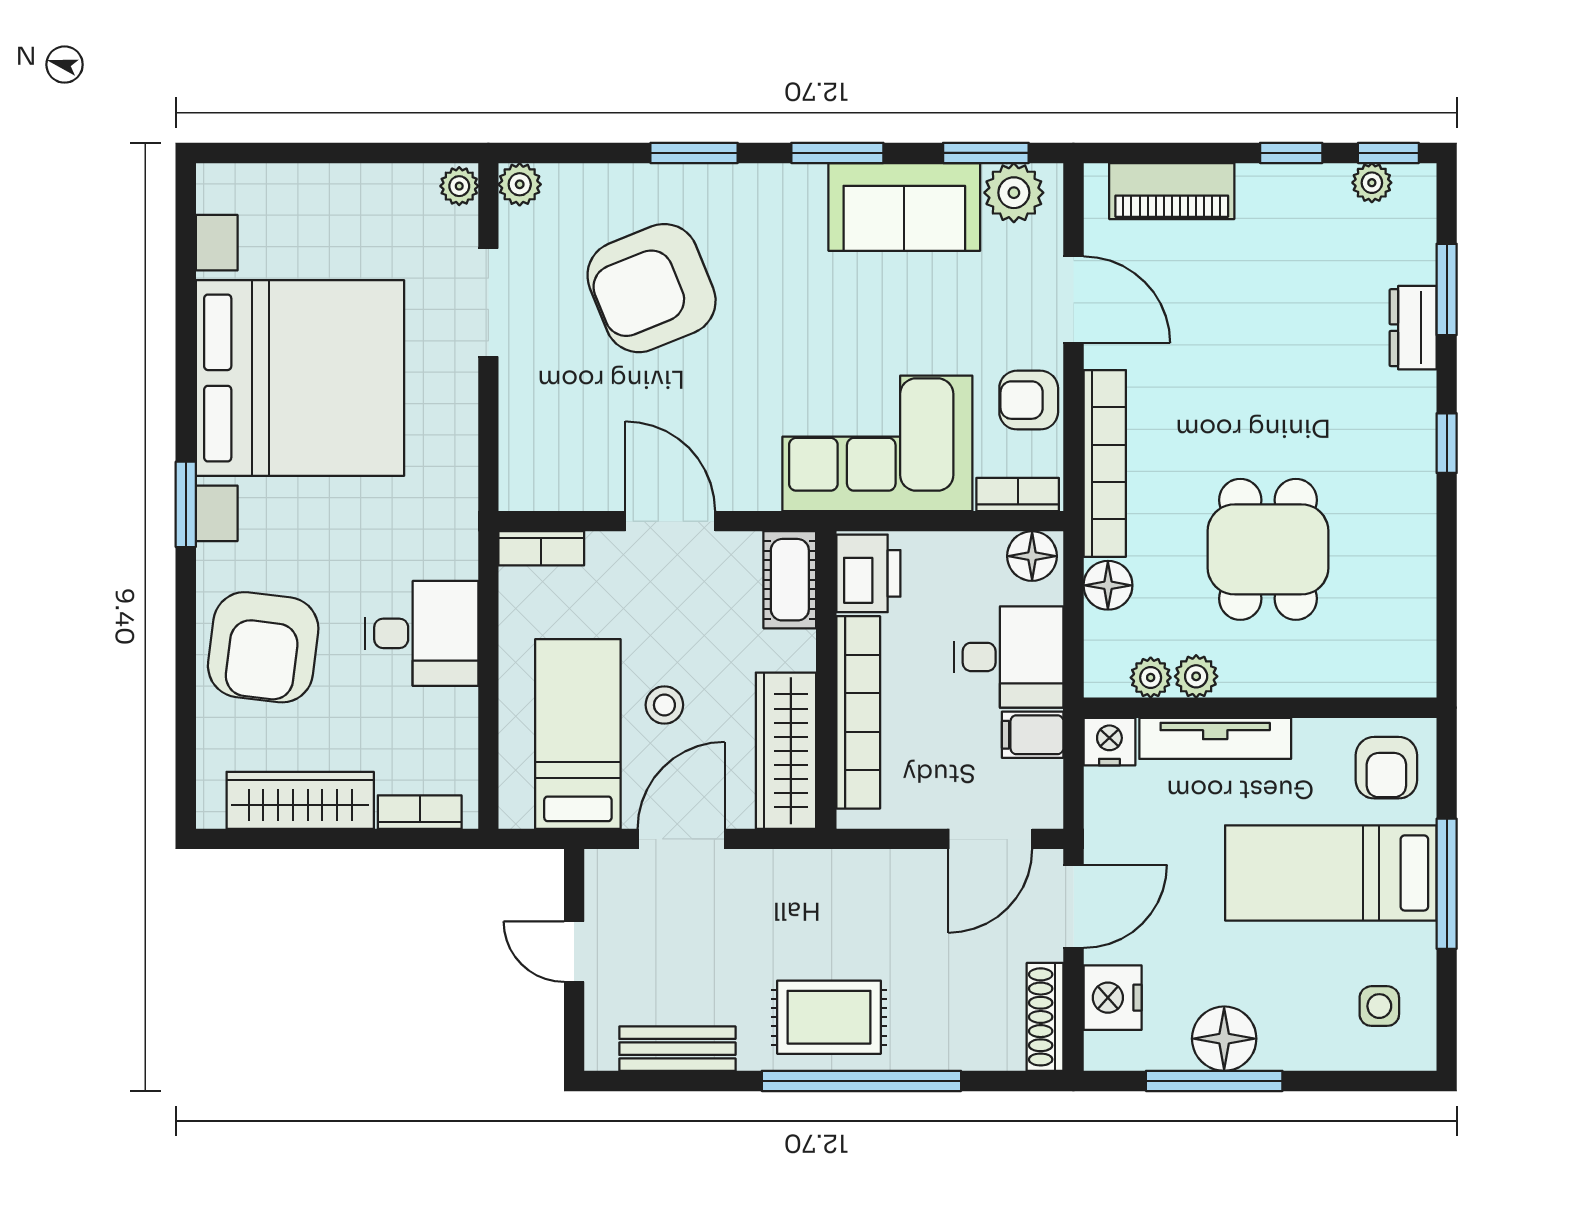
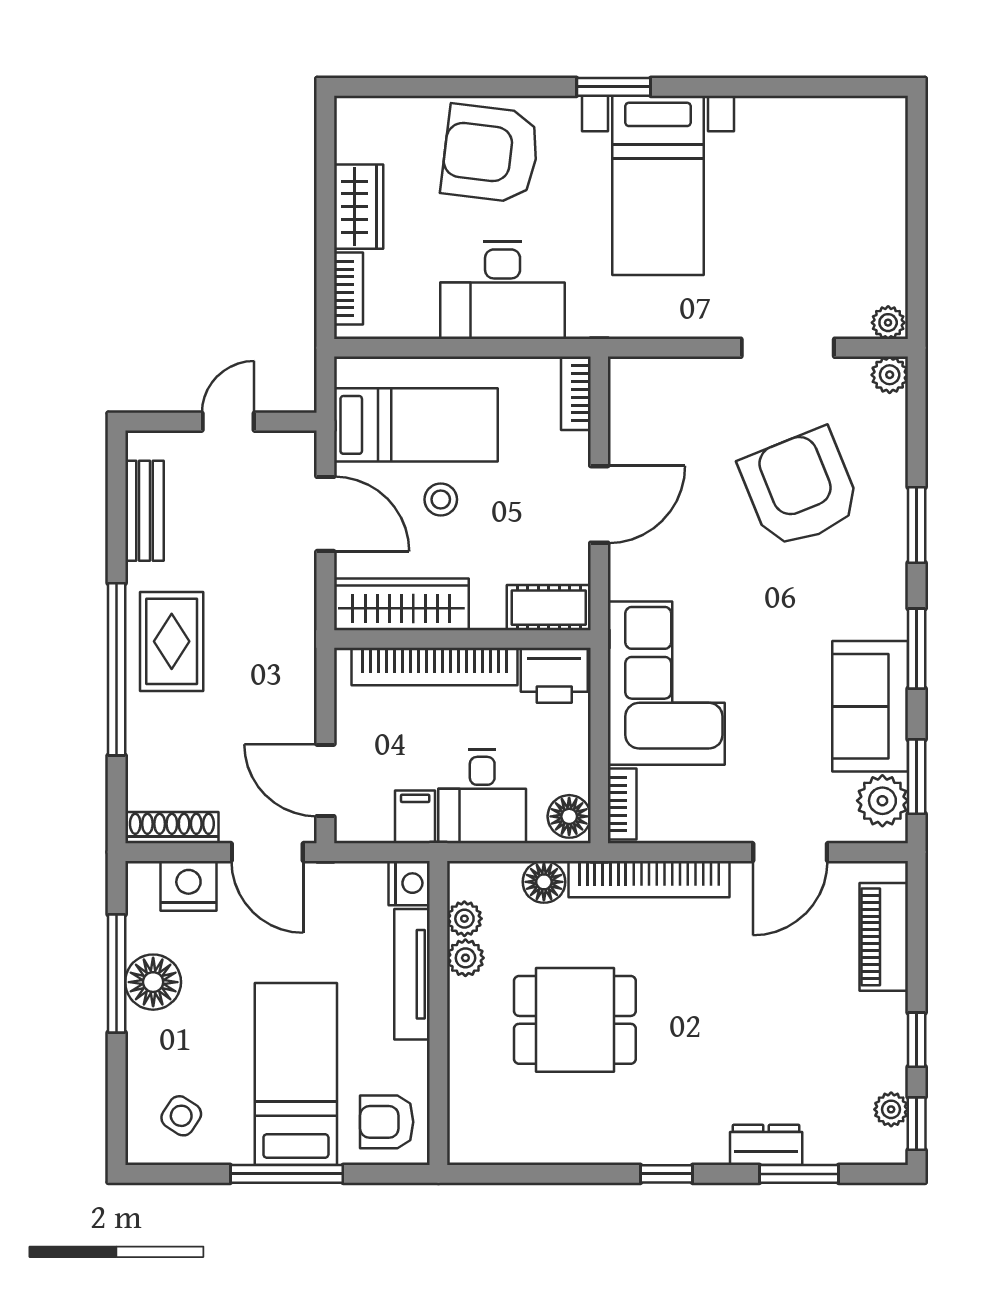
bed with nightstands: (300, 378) -> (658, 185), width x0.54
armchair: (1029, 400) -> (704, 813), removed
desk: (422, 633) -> (503, 290), width x1.37
wardrobe: (300, 800) -> (359, 207), width x0.67
side table: (1379, 1006) -> (181, 1116), turned 33

